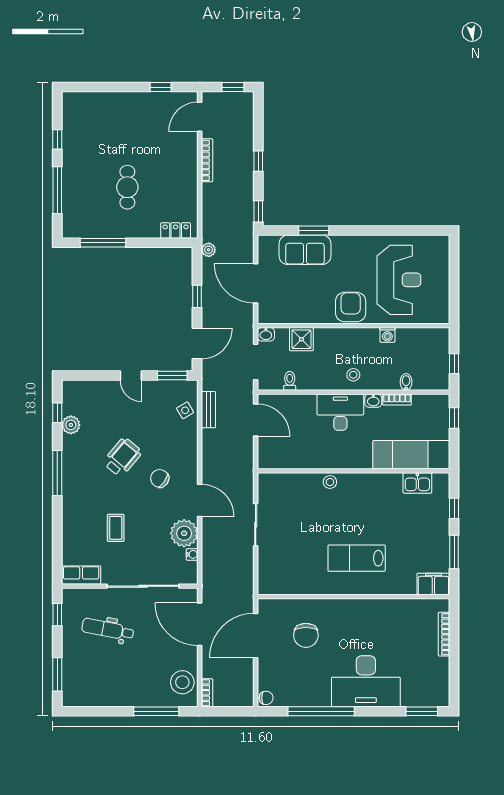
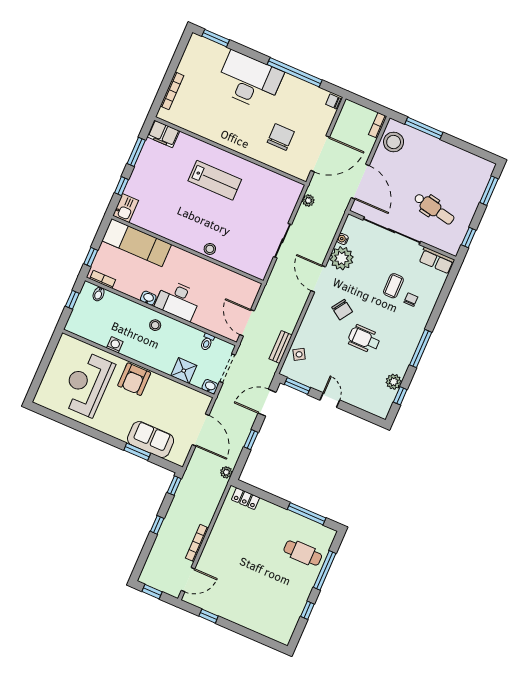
cafe table: (127, 187) -> (303, 553), moved, turned 90
bidet: (406, 382) -> (99, 294), moved
bookcase: (397, 400) -> (103, 279), moved
wheelchair: (122, 457) -> (364, 339), turned 50
kitchen sink: (417, 483) -> (126, 208), moved, turned 90
chair: (90, 521) -> (411, 300), added
plant: (247, 580) -> (308, 201), added

